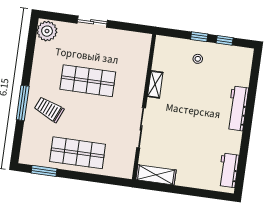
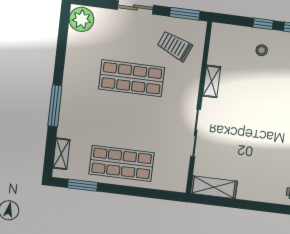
window: (133, 28) -> (185, 14), added
trolley: (49, 109) -> (175, 46), moved
shelving: (27, 144) -> (61, 154), added

